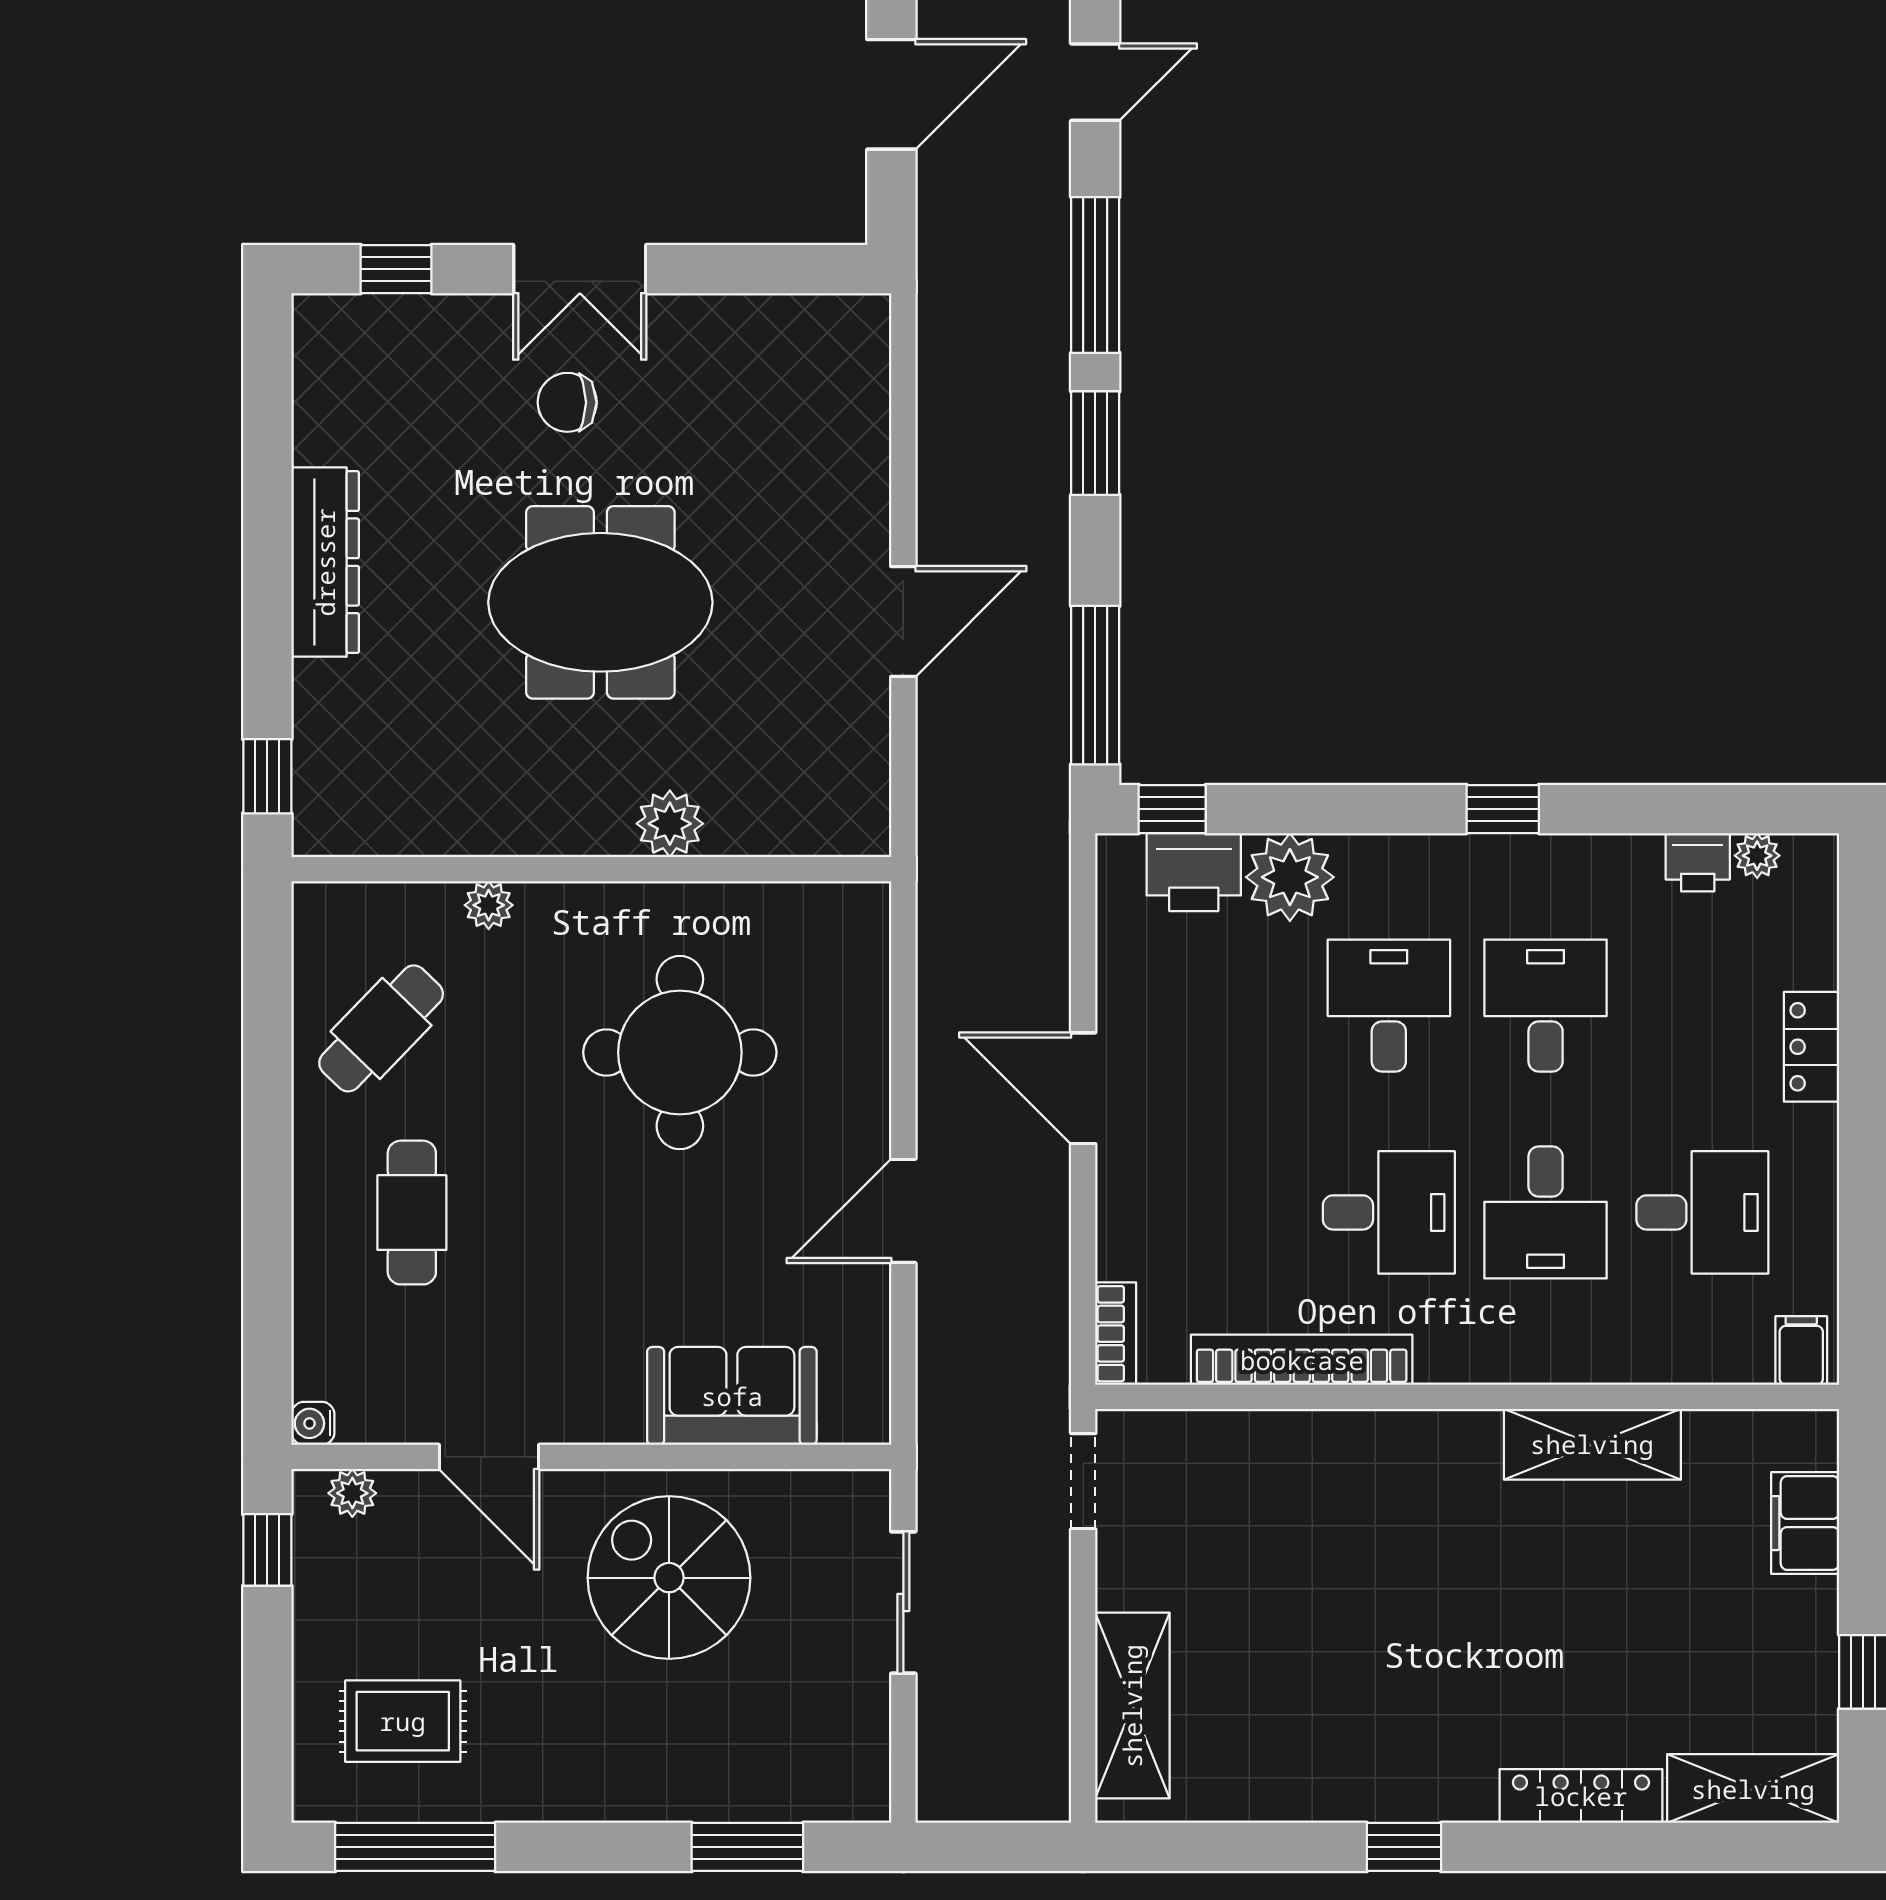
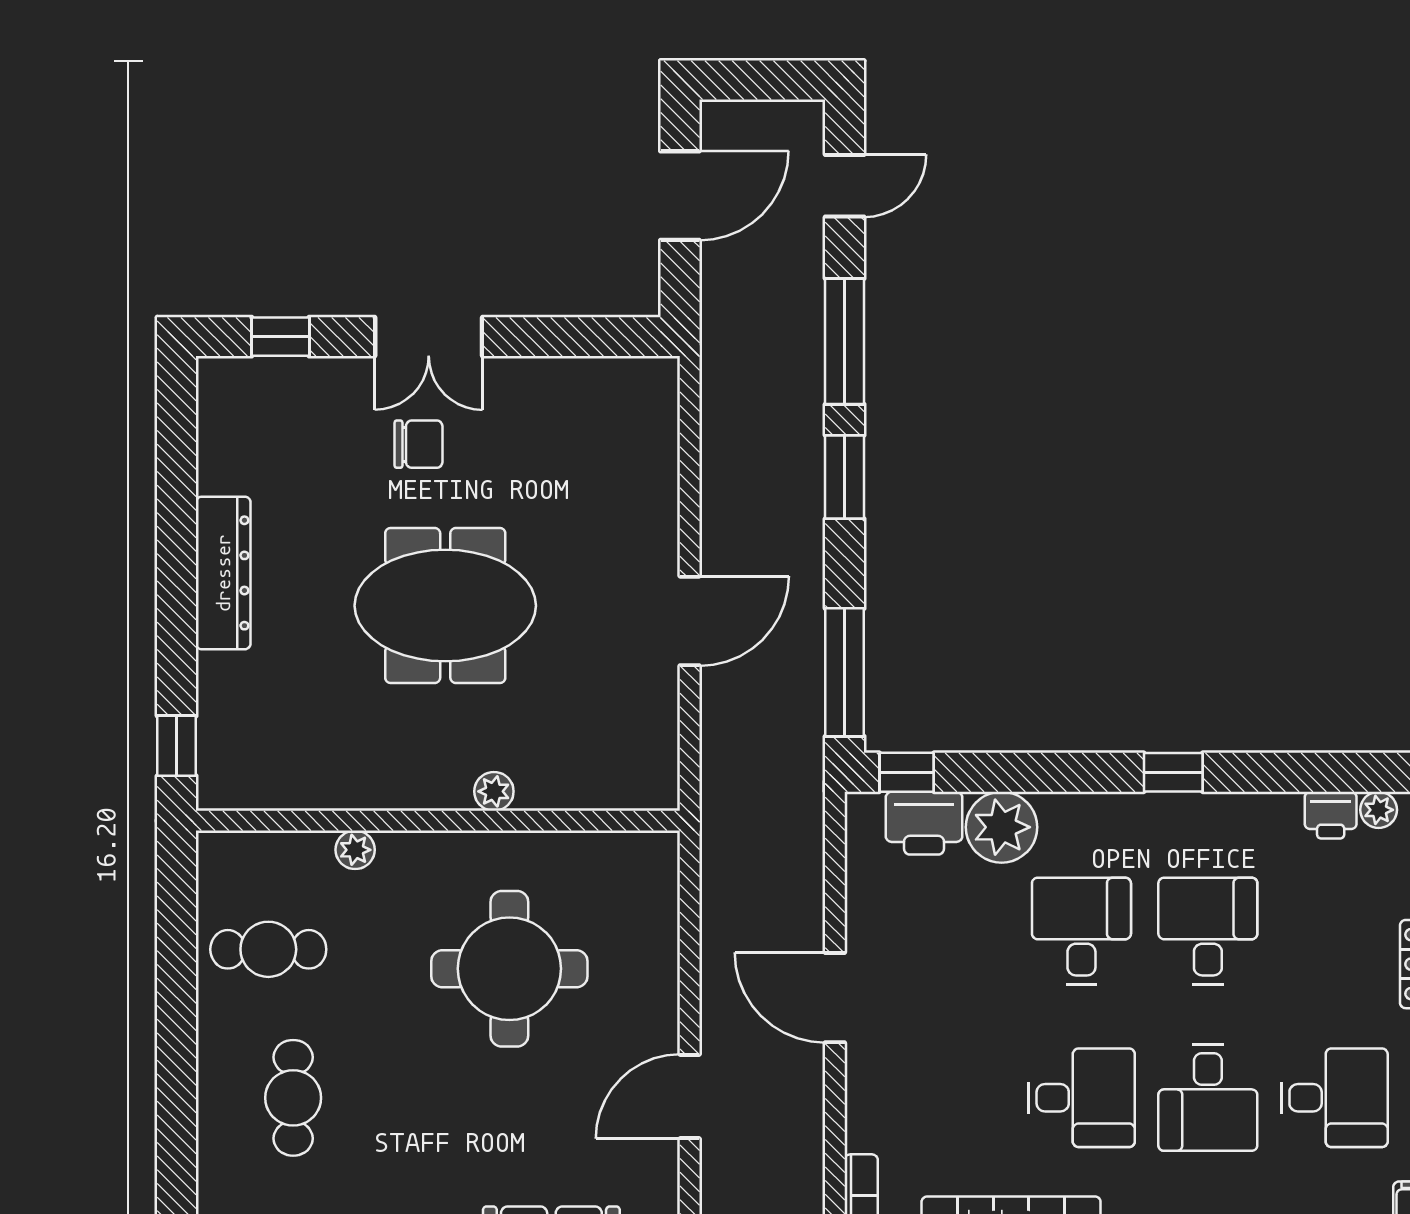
chair: (567, 402) -> (418, 444), turned 180
plant: (670, 824) -> (494, 791), width x0.73, depth x0.73
cafe table: (381, 1028) -> (268, 949), turned 46

